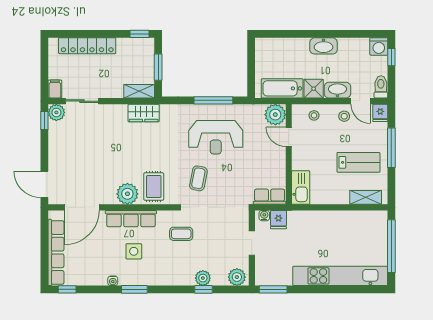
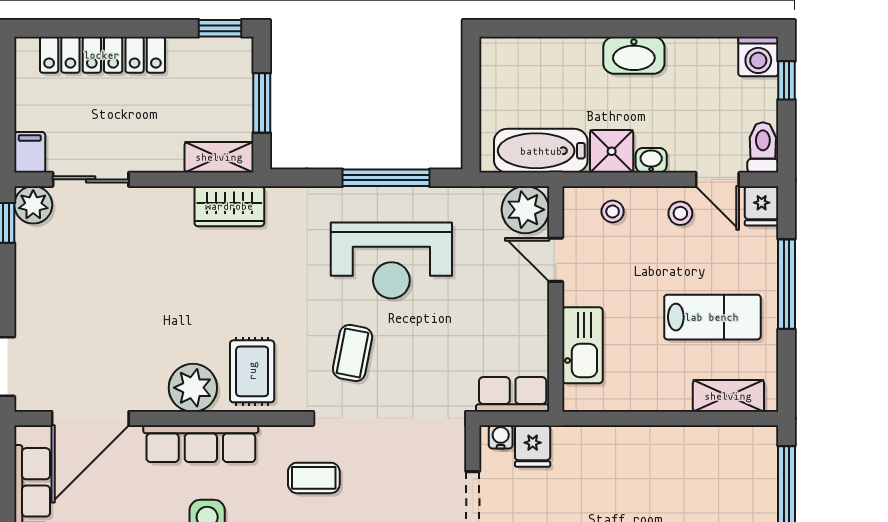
washbasin: (337, 90) -> (651, 160), width x0.52, depth x0.69
kitchen sink: (301, 188) -> (582, 345), moved

